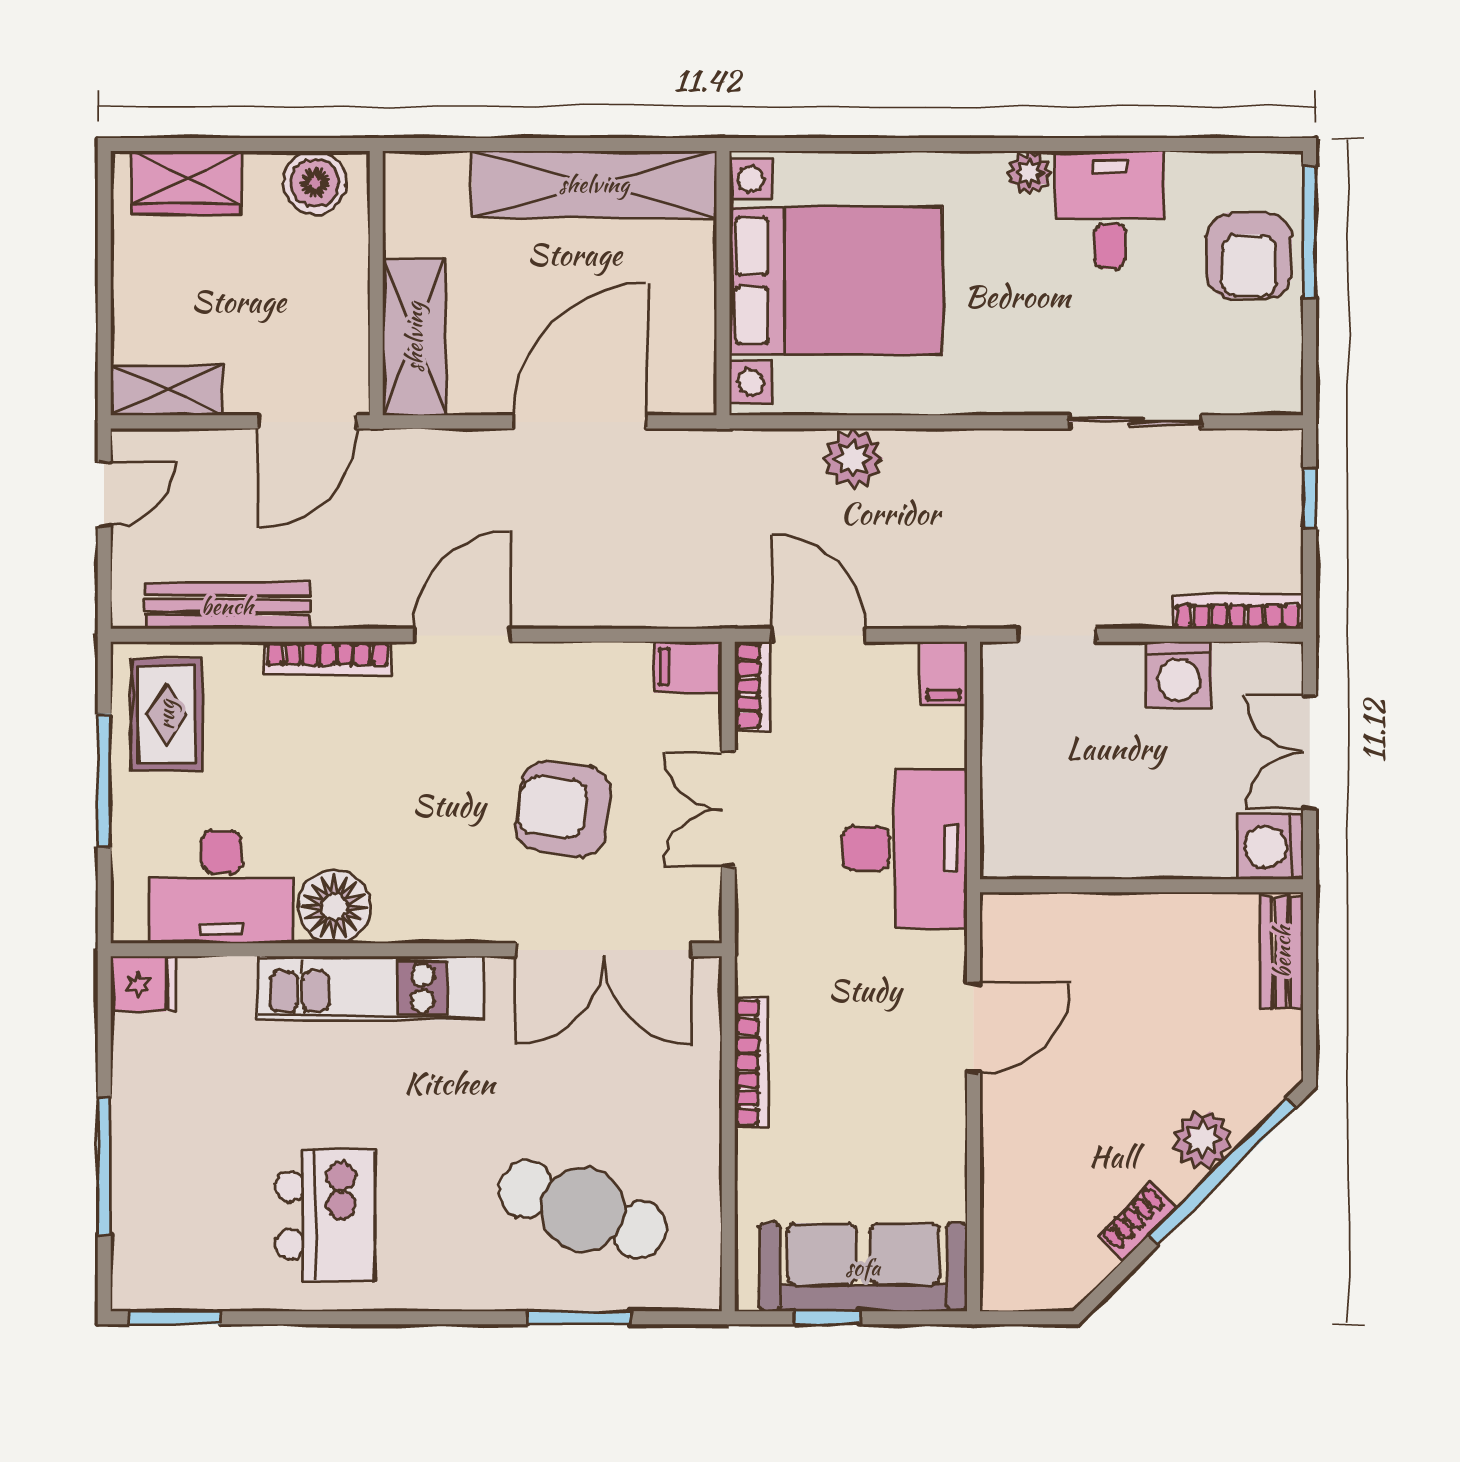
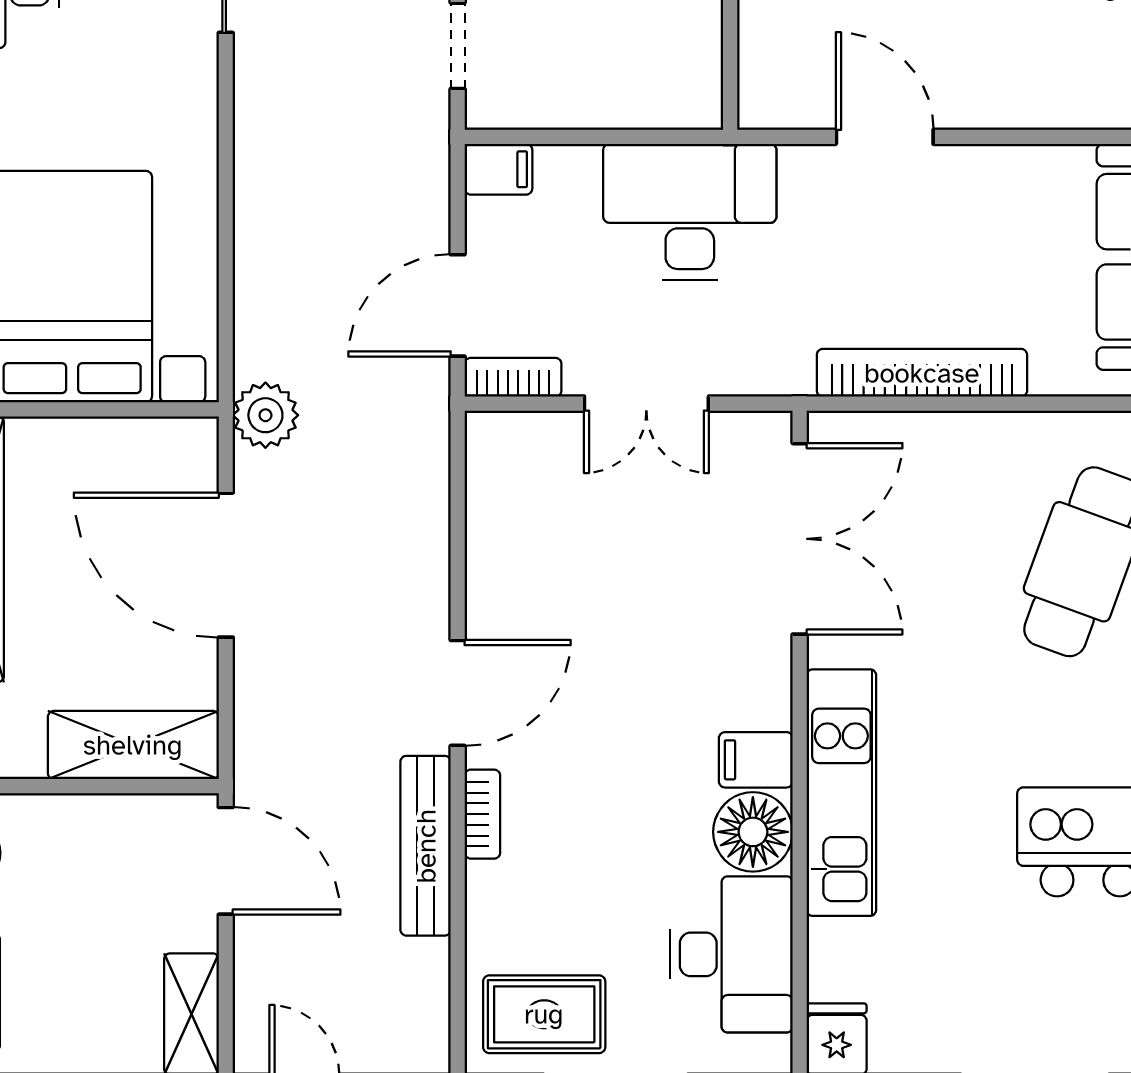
plant: (853, 458) -> (265, 415), moved
bench: (227, 606) -> (426, 846), moved
door: (462, 635) -> (458, 693), swing flipped
bookcase: (327, 658) -> (482, 814), width x0.64
filing cabinet: (688, 667) -> (756, 760), moved, turned 90
armchair: (563, 809) -> (646, 583), removed
bookcase: (751, 1062) -> (922, 373), width x1.48, depth x1.31

